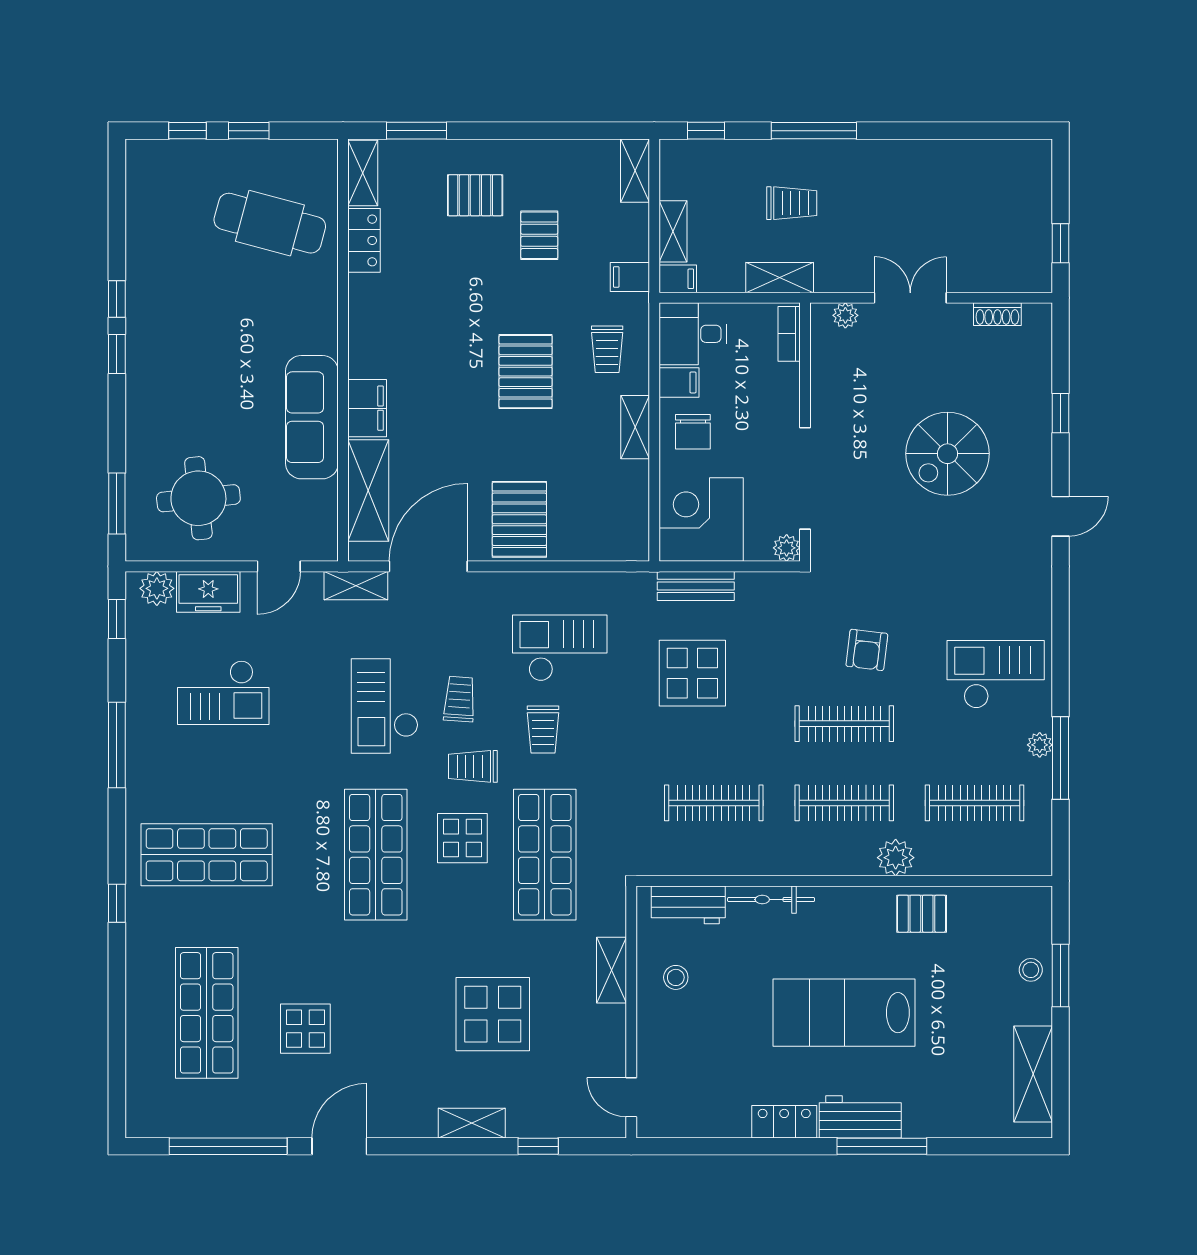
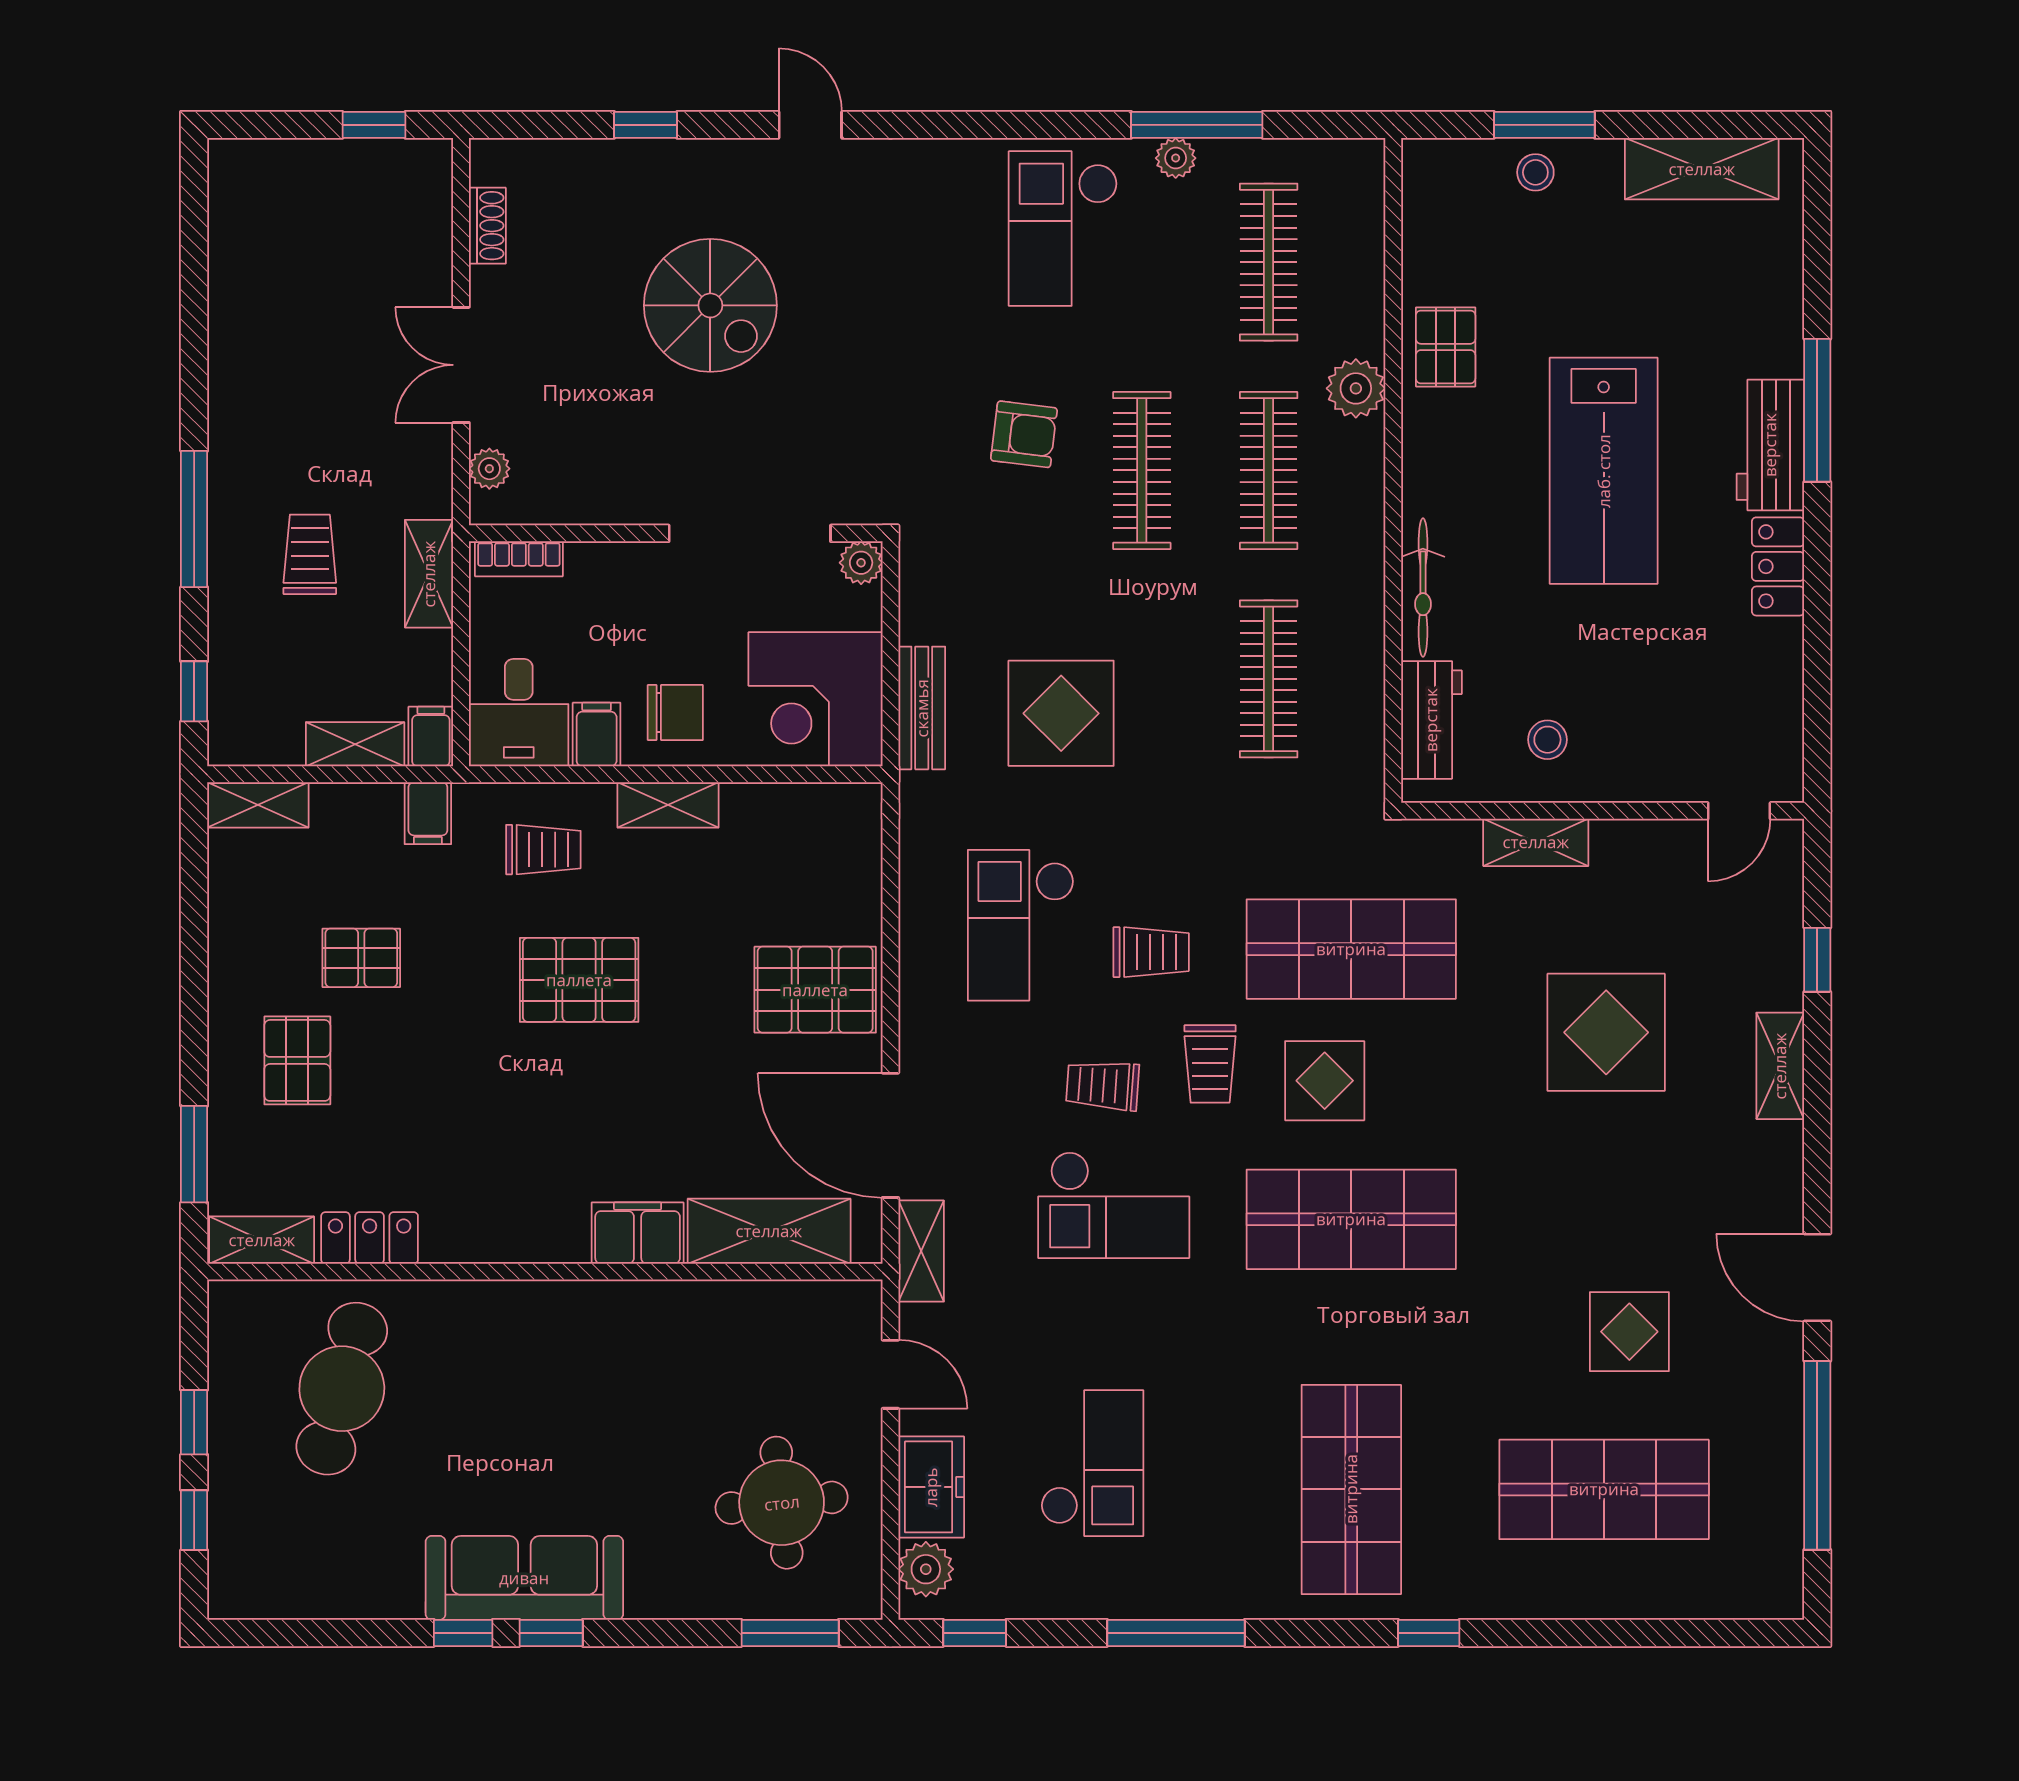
sofa: (312, 417) -> (524, 1578), moved, turned 180

